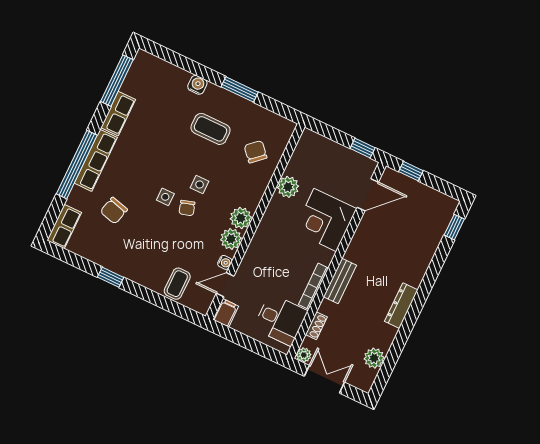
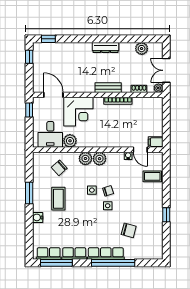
window: (411, 171) -> (29, 57), moved
row of seats: (64, 227) -> (49, 254), moved
plant: (231, 239) -> (85, 159), moved
desk: (280, 320) -> (50, 134), moved, turned 180

